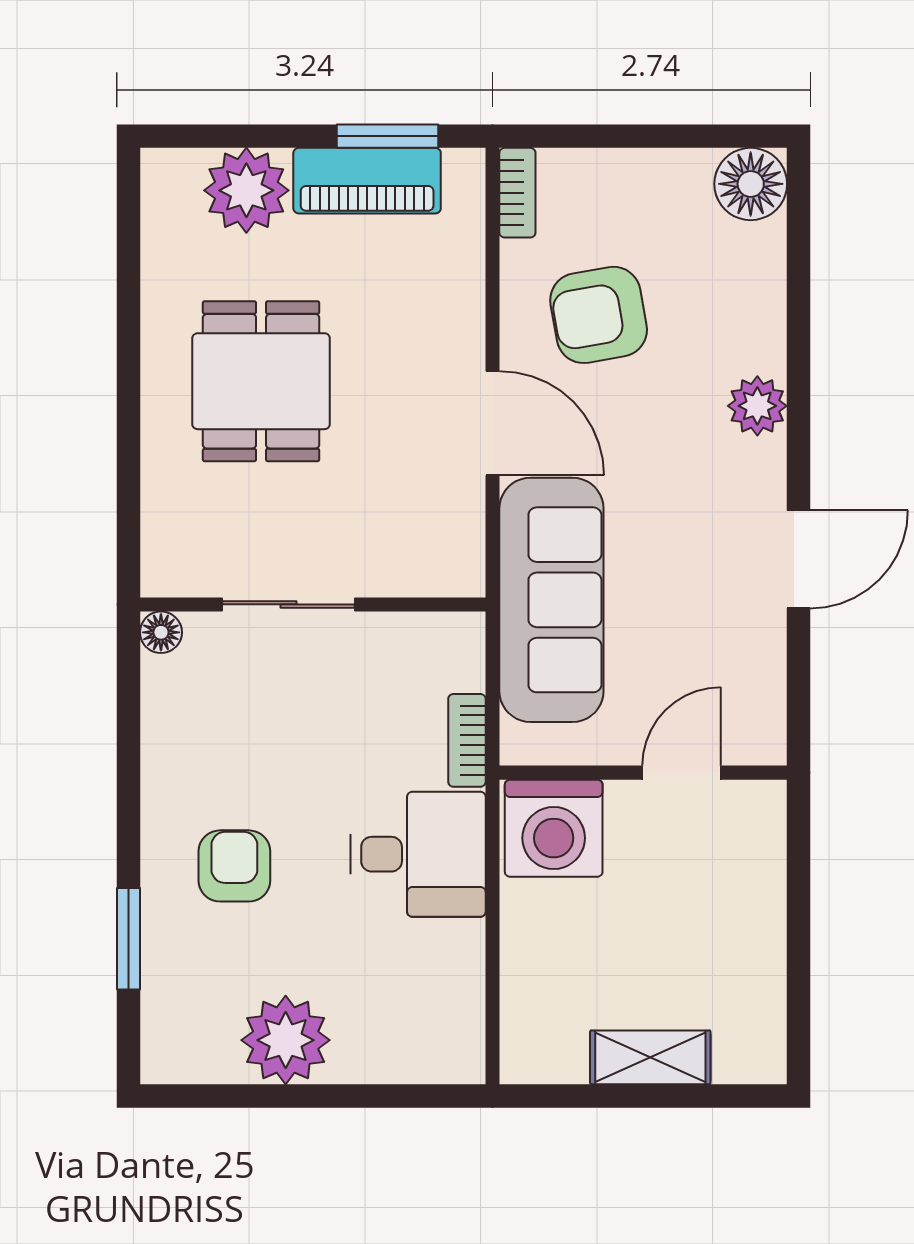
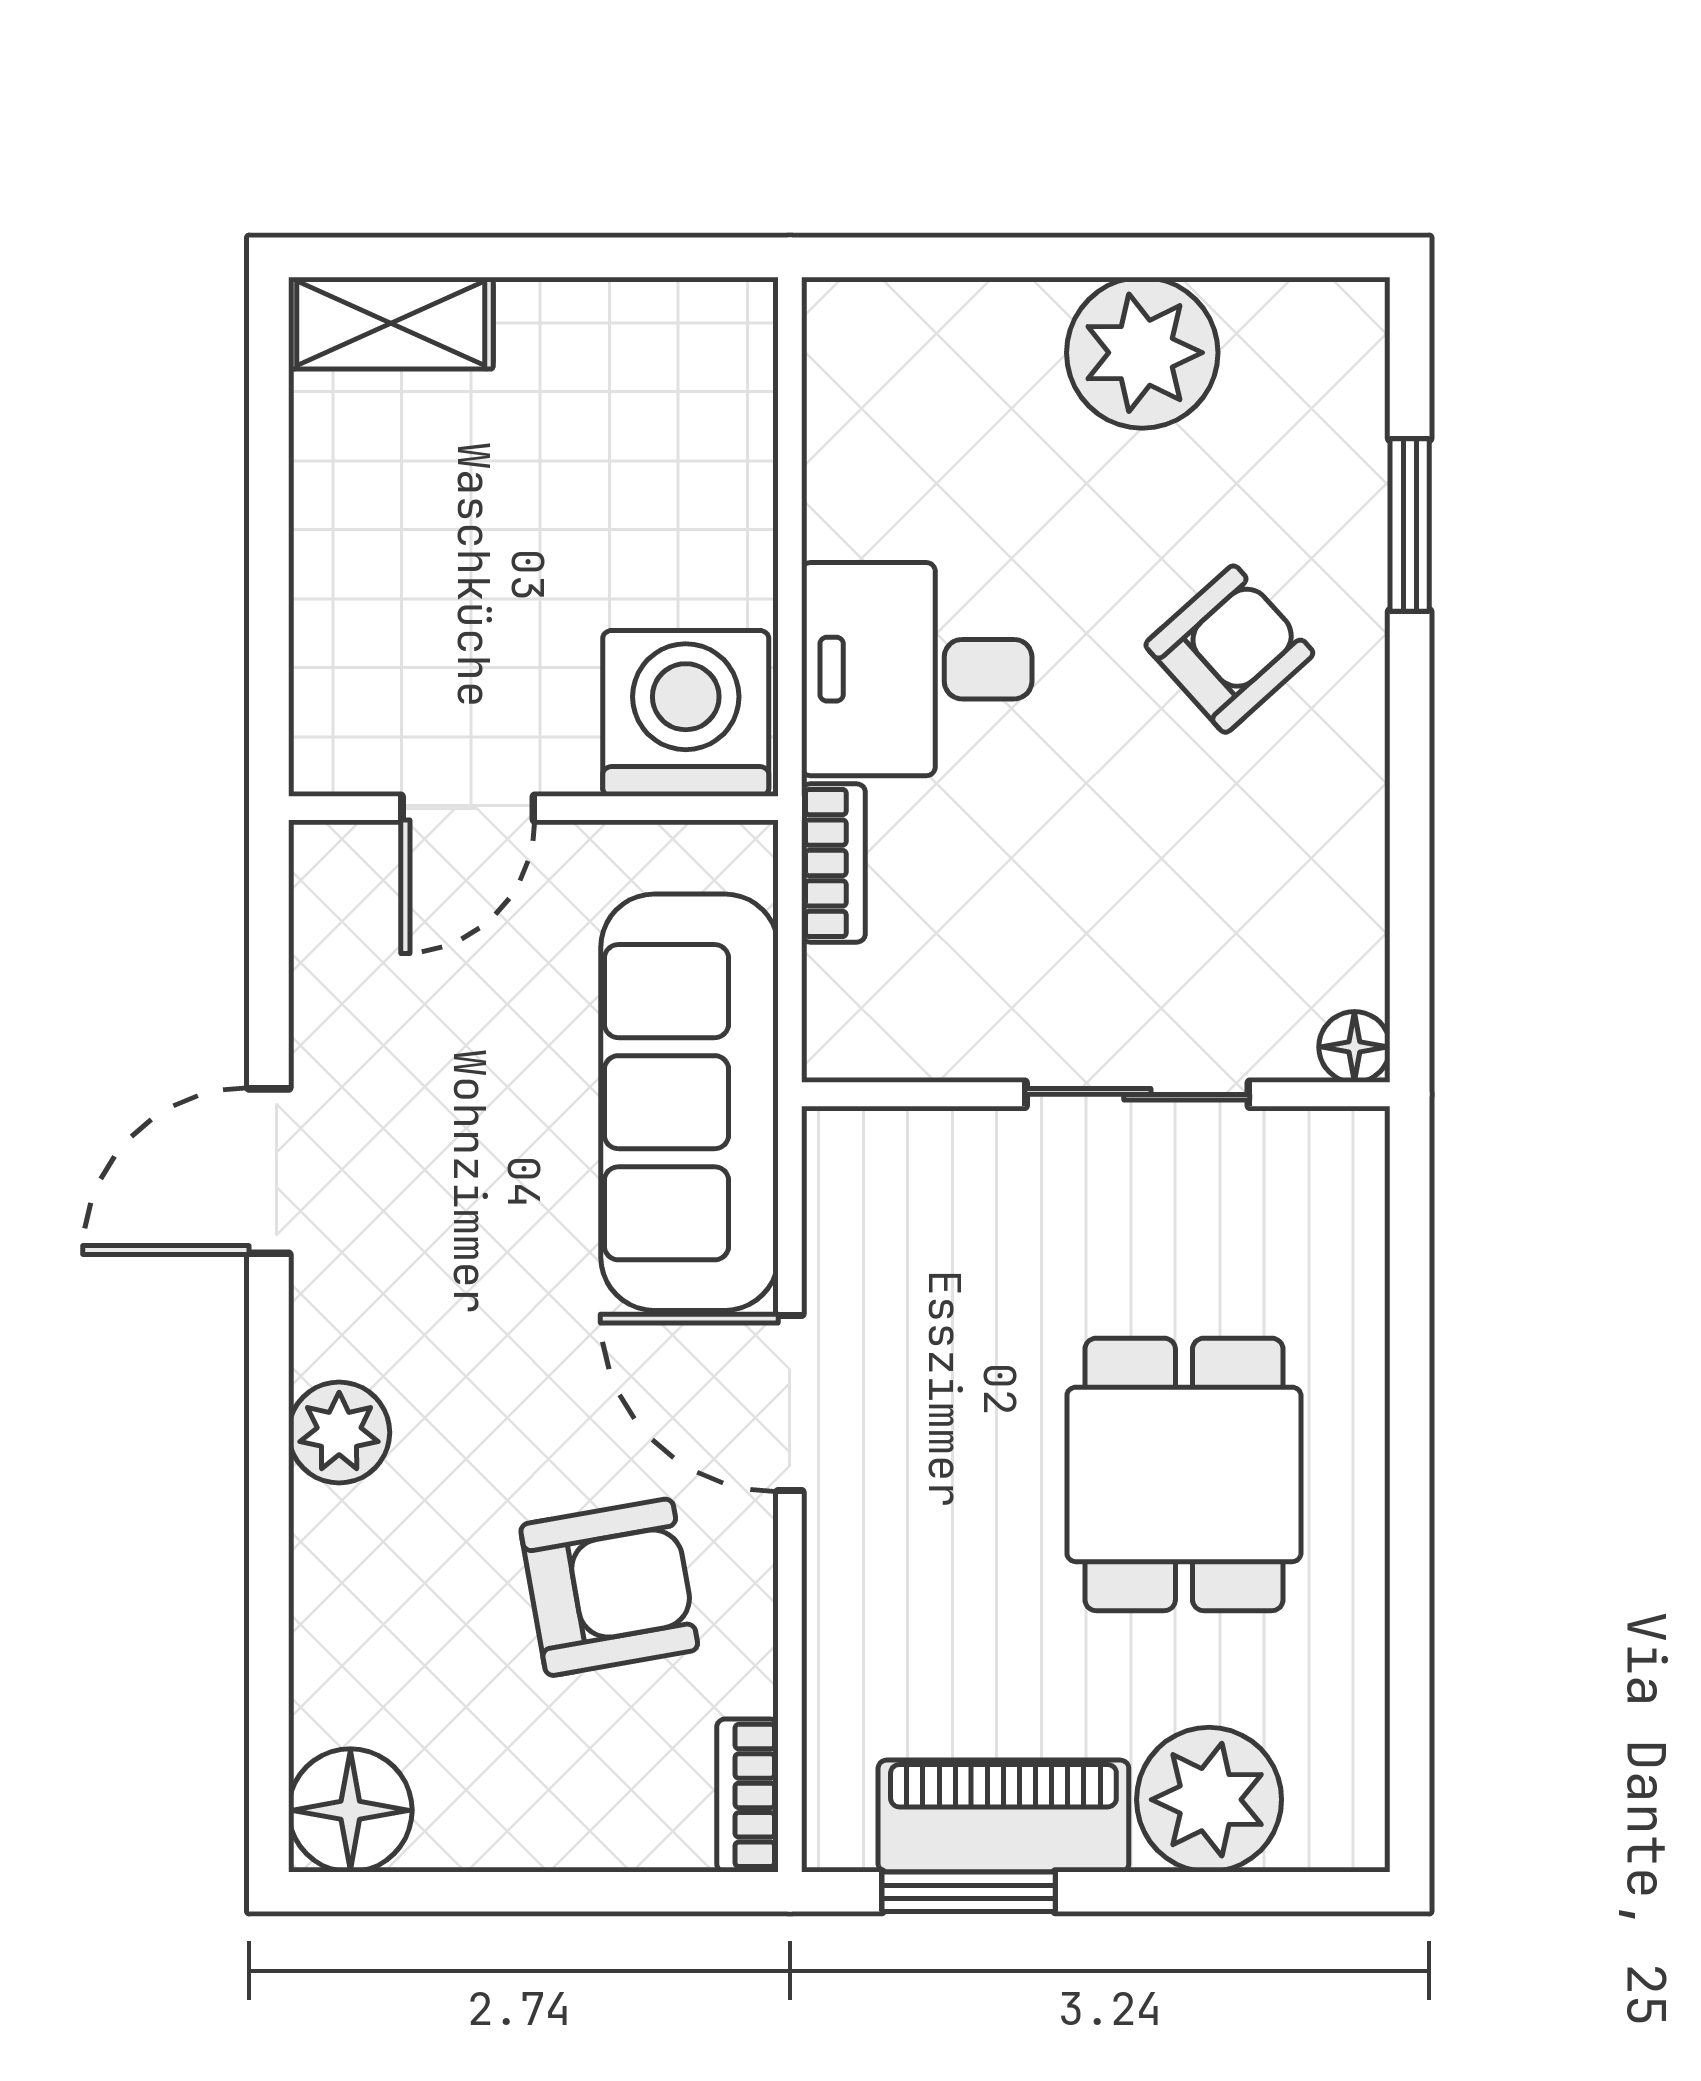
armchair: (234, 866) -> (1229, 649), turned -132
shelving: (650, 1057) -> (391, 323), moved

